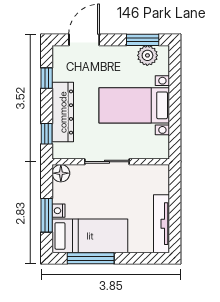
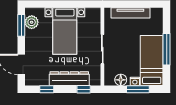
floor lamp: (61, 173) -> (121, 80), moved
tv unit: (162, 224) -> (130, 13), moved
window: (91, 258) -> (167, 49), moved

